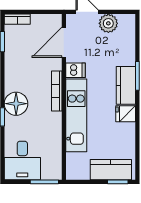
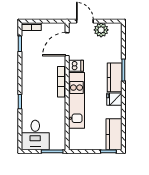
floor lamp: (16, 104) -> (30, 92), removed
kitchen counter: (111, 170) -> (114, 134), moved, turned -90

